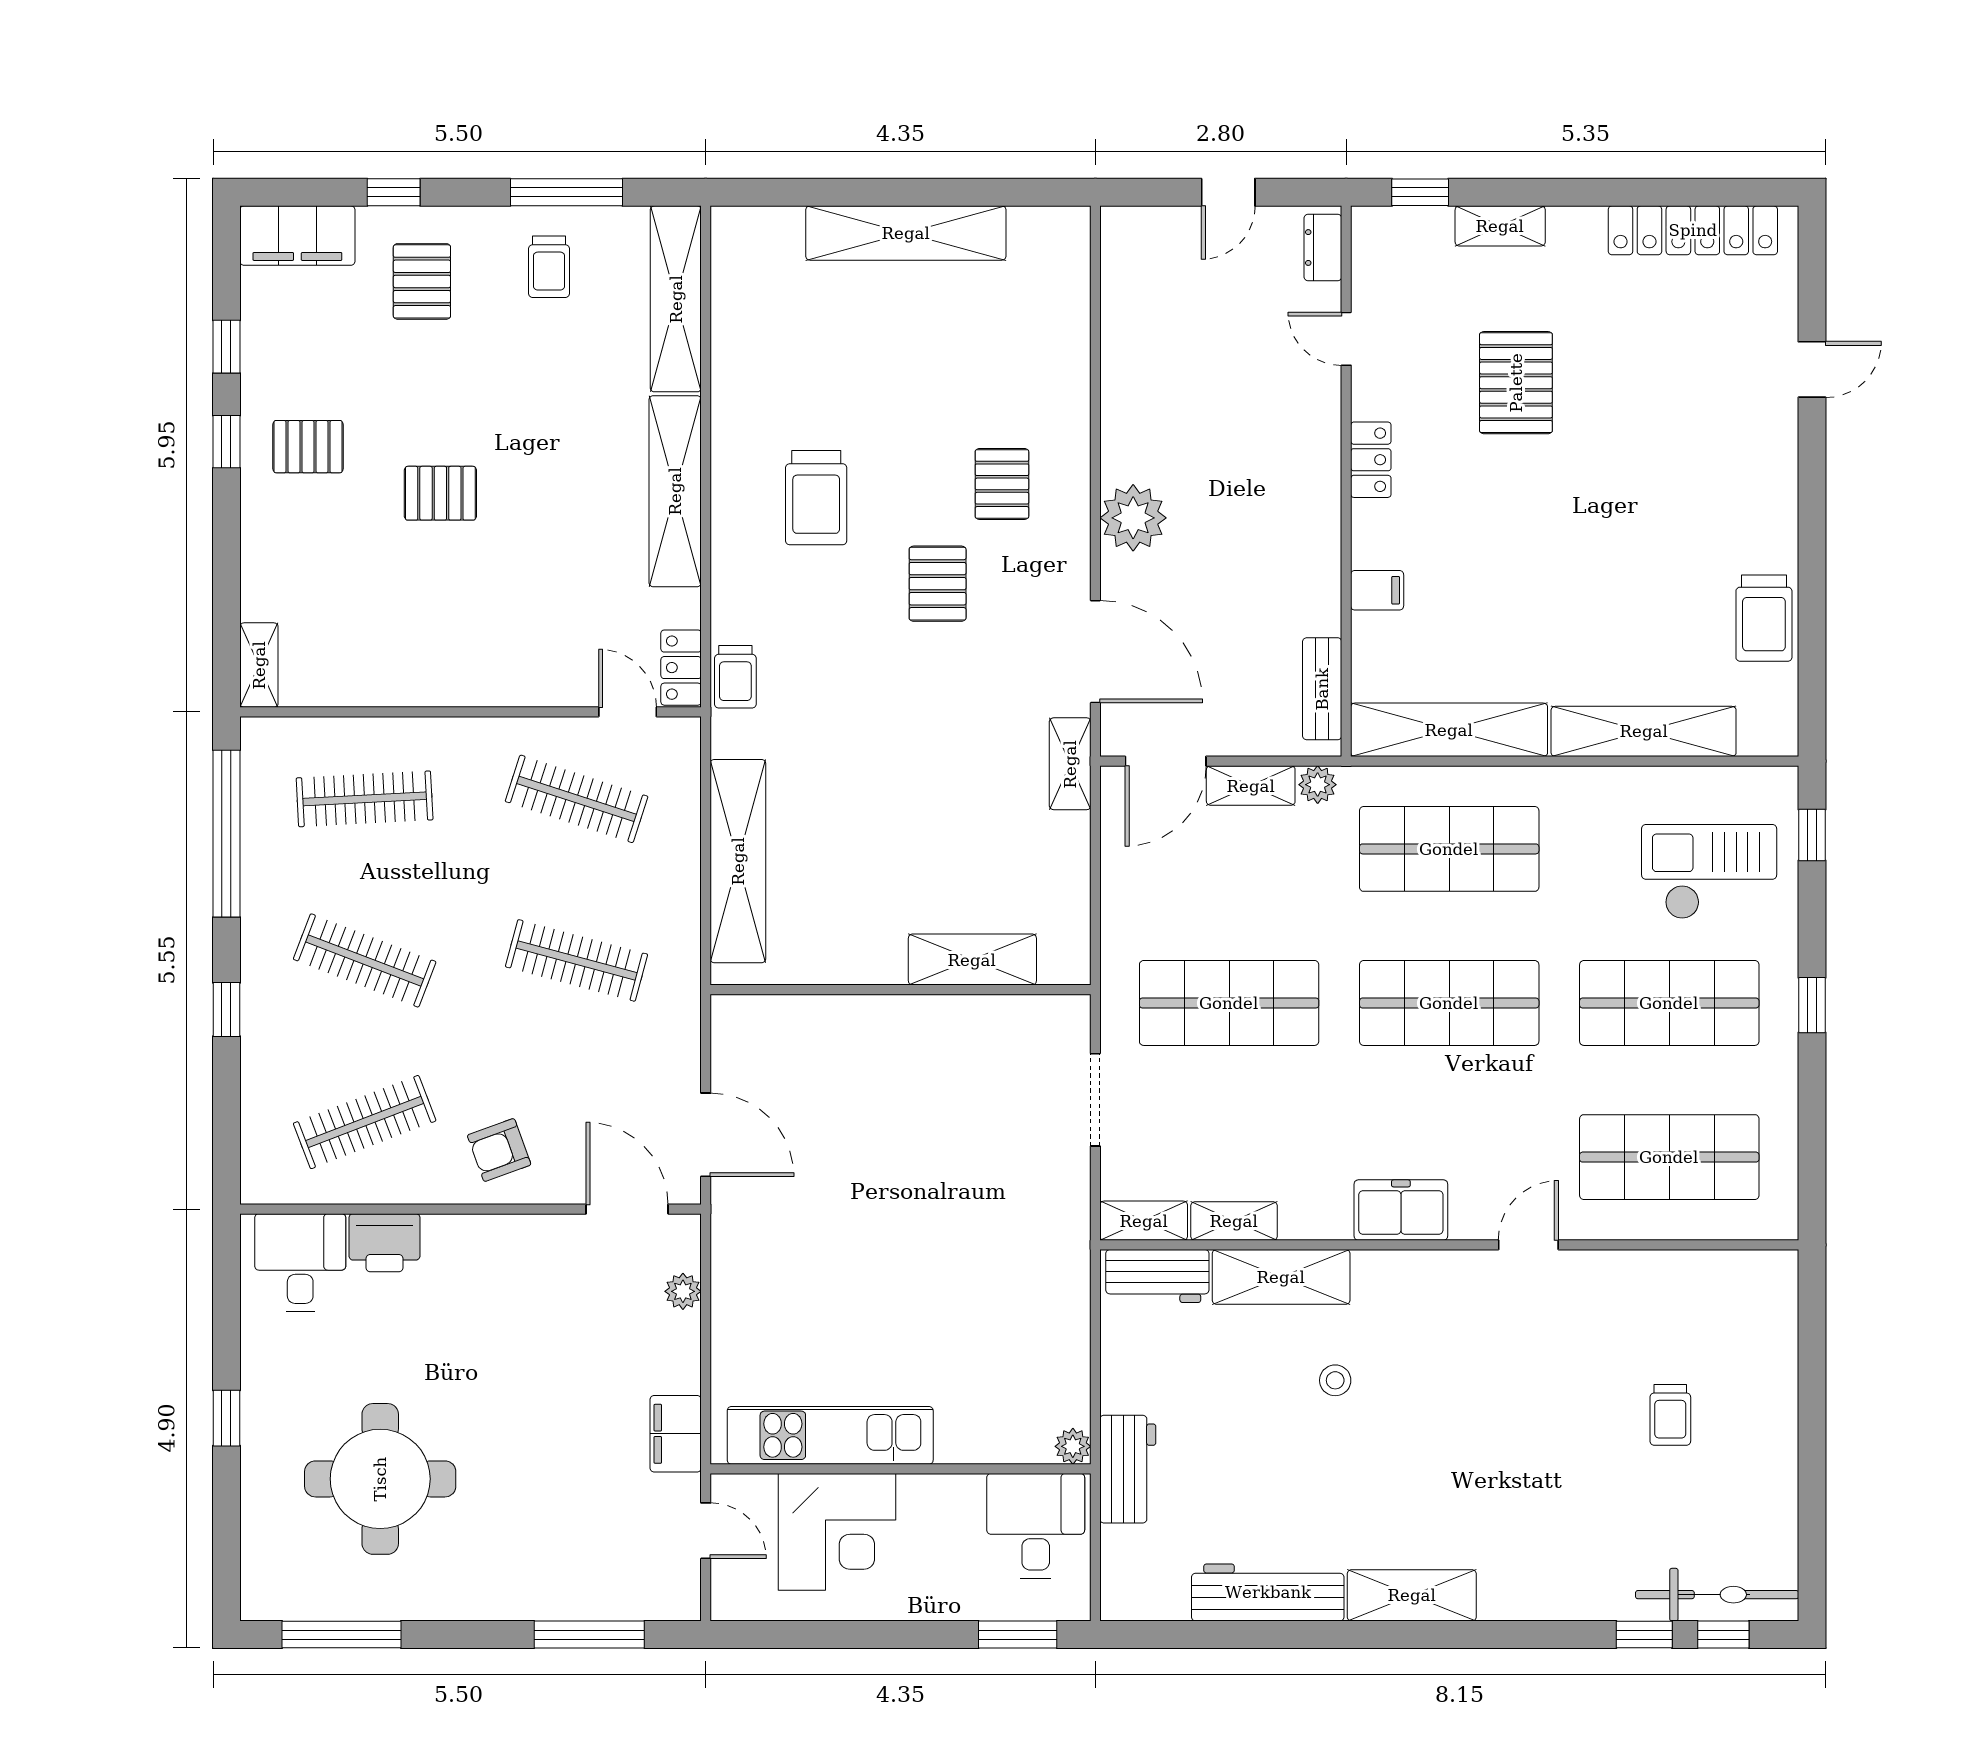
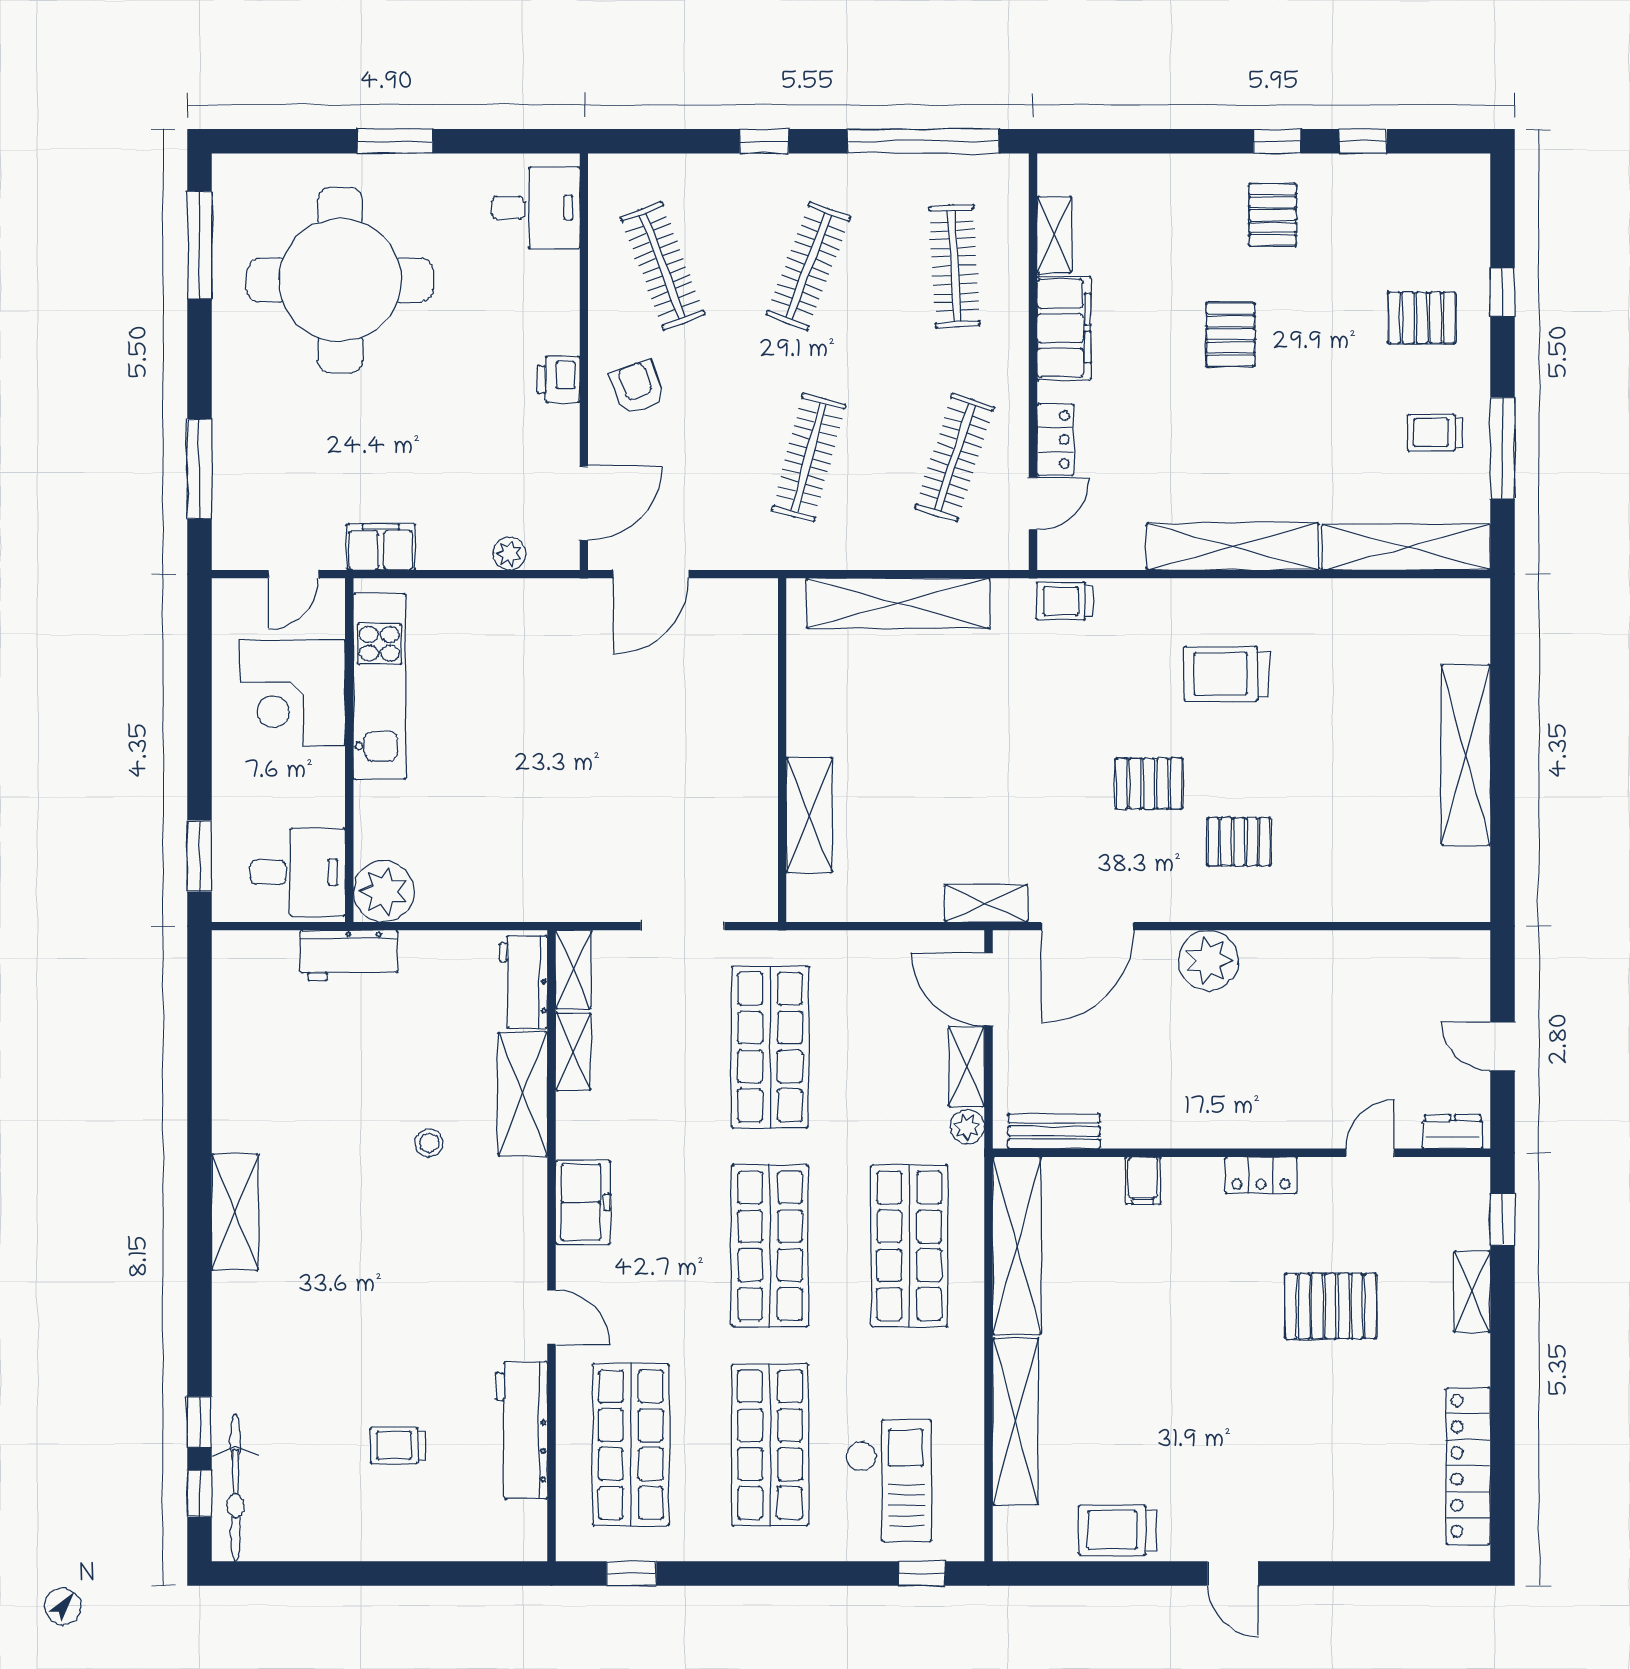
filing cabinet: (297, 236) -> (1064, 328), moved, turned 180
door: (1812, 369) -> (1233, 1574), moved
shelving: (259, 665) -> (1054, 235), moved, turned 90
locker: (681, 668) -> (1055, 440), moved, turned 90
window: (1812, 1005) -> (631, 1574), moved
printer: (384, 1243) -> (559, 379), moved, width x0.73, depth x0.81
window: (226, 1418) -> (395, 141), width x1.50
plant: (1073, 1446) -> (384, 892), width x1.88, depth x1.88
round table: (380, 1479) -> (340, 280), width x1.36, depth x1.36
workbench: (1268, 1592) -> (522, 1430), moved, turned 180

